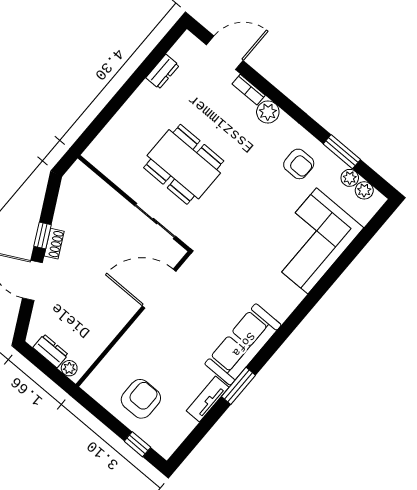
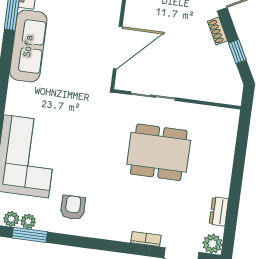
plant: (268, 112) -> (212, 244), moved
window: (342, 152) -> (30, 235), moved
armchair: (299, 164) -> (73, 207), turned 90
window: (42, 236) -> (237, 51), moved

